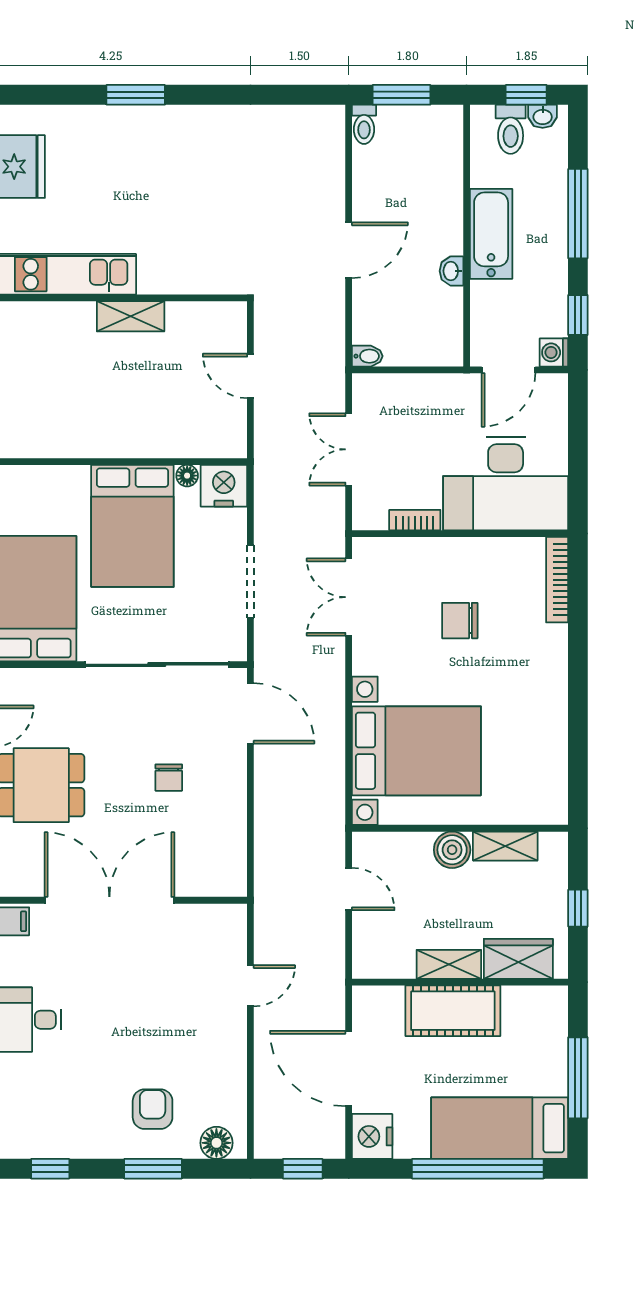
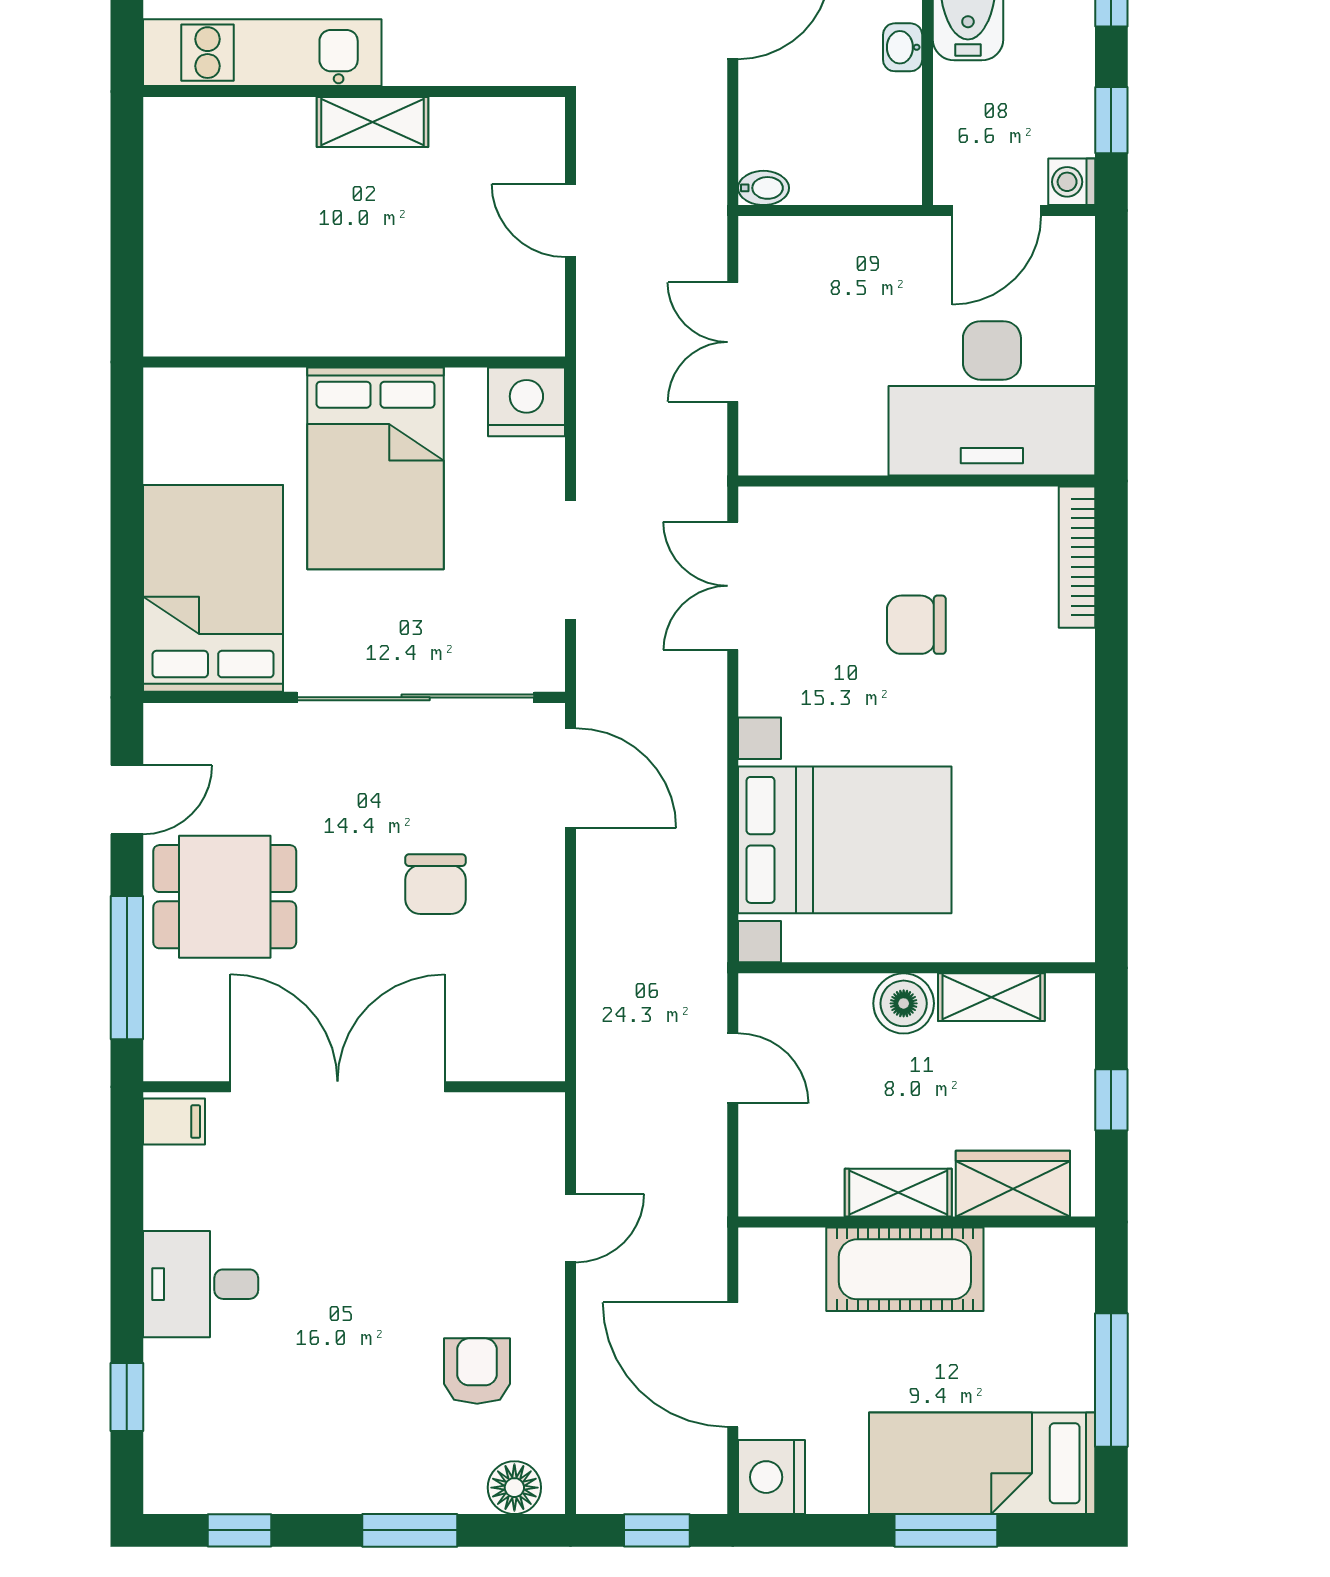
floor lamp: (187, 476) -> (466, 385), removed
bookcase: (415, 520) -> (842, 459), removed
chair: (169, 778) -> (435, 884), width x1.37, depth x1.37
armchair: (153, 1109) -> (477, 1371), moved
window: (478, 1169) -> (946, 1530), width x0.47

